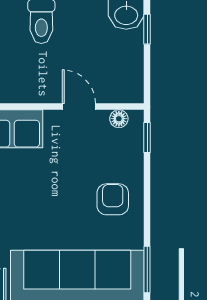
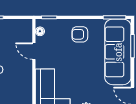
door: (79, 107) -> (34, 51), hinge flipped

